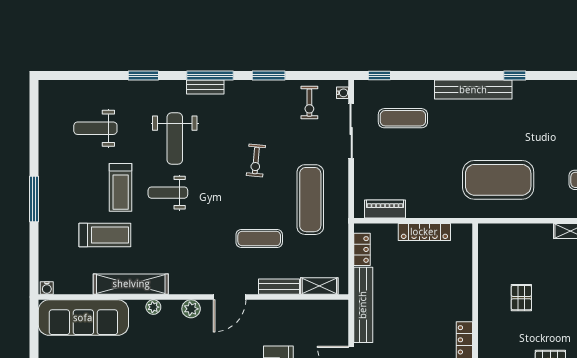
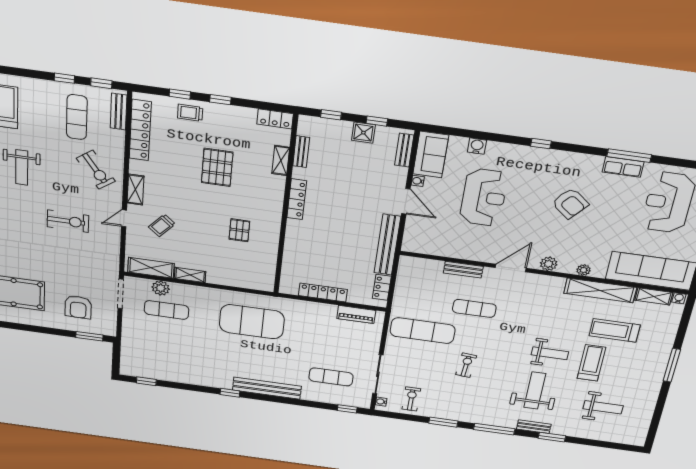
bench: (205, 87) -> (534, 427), moved
exercise mat: (310, 200) -> (423, 331), turned 90
shelving: (319, 286) -> (654, 296), moved

